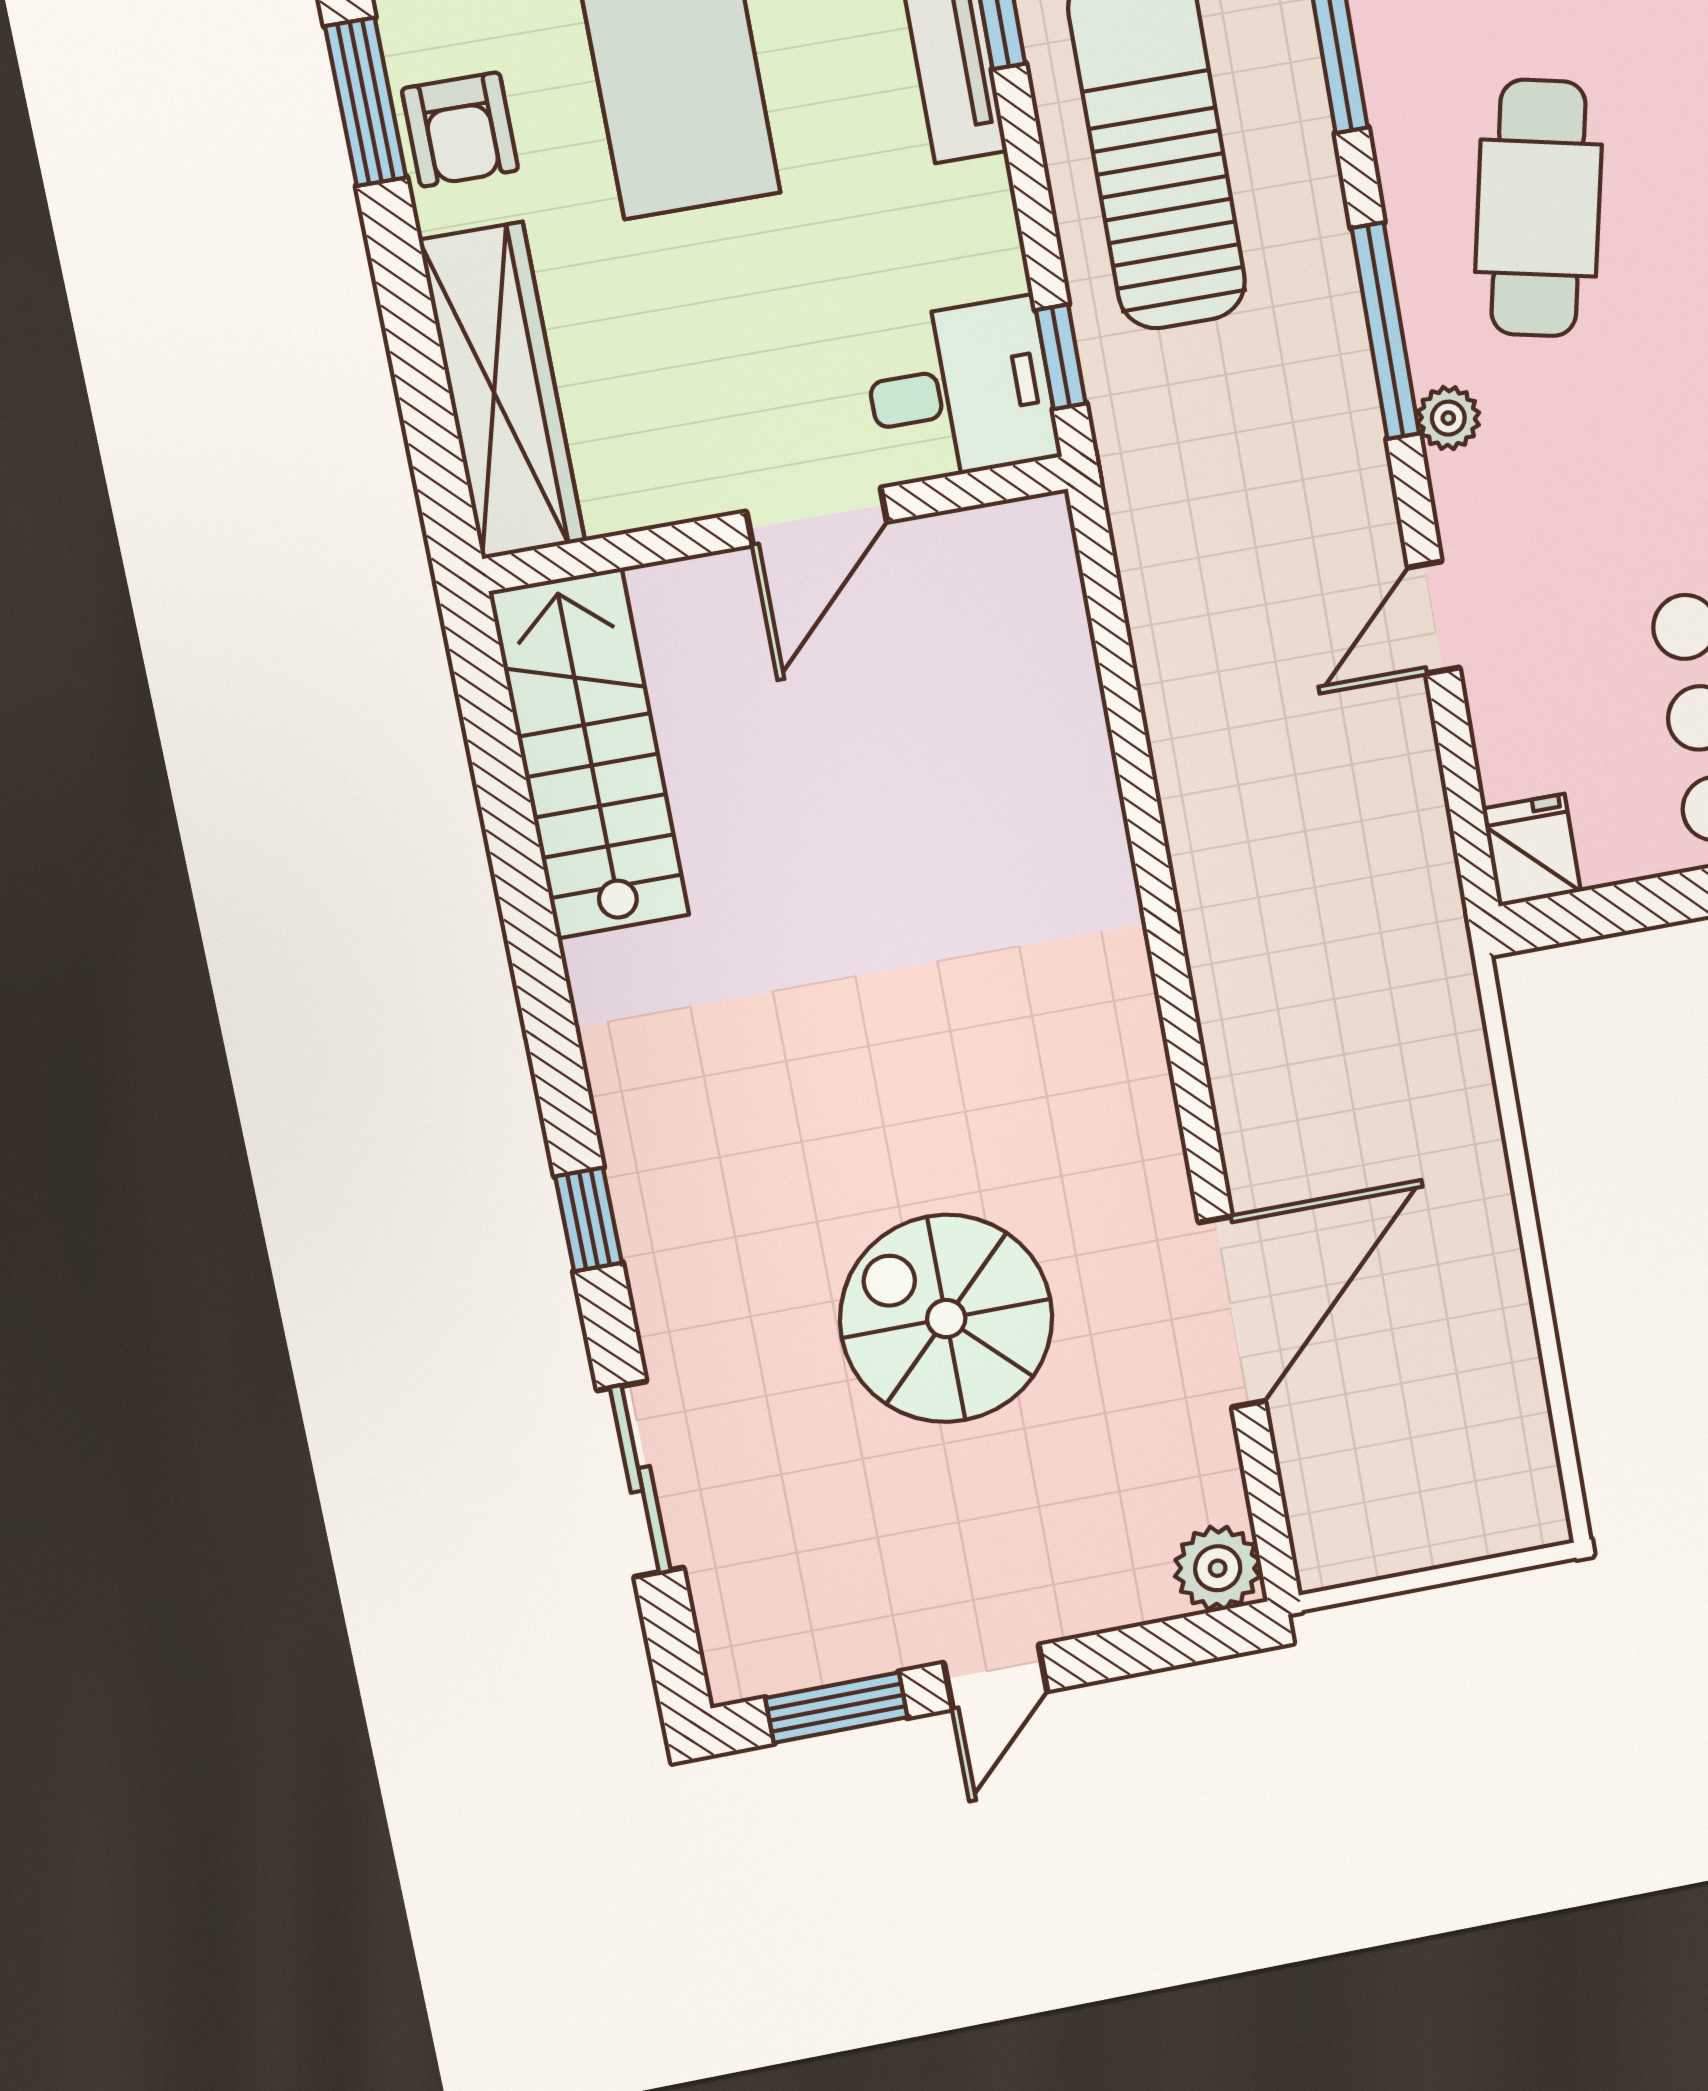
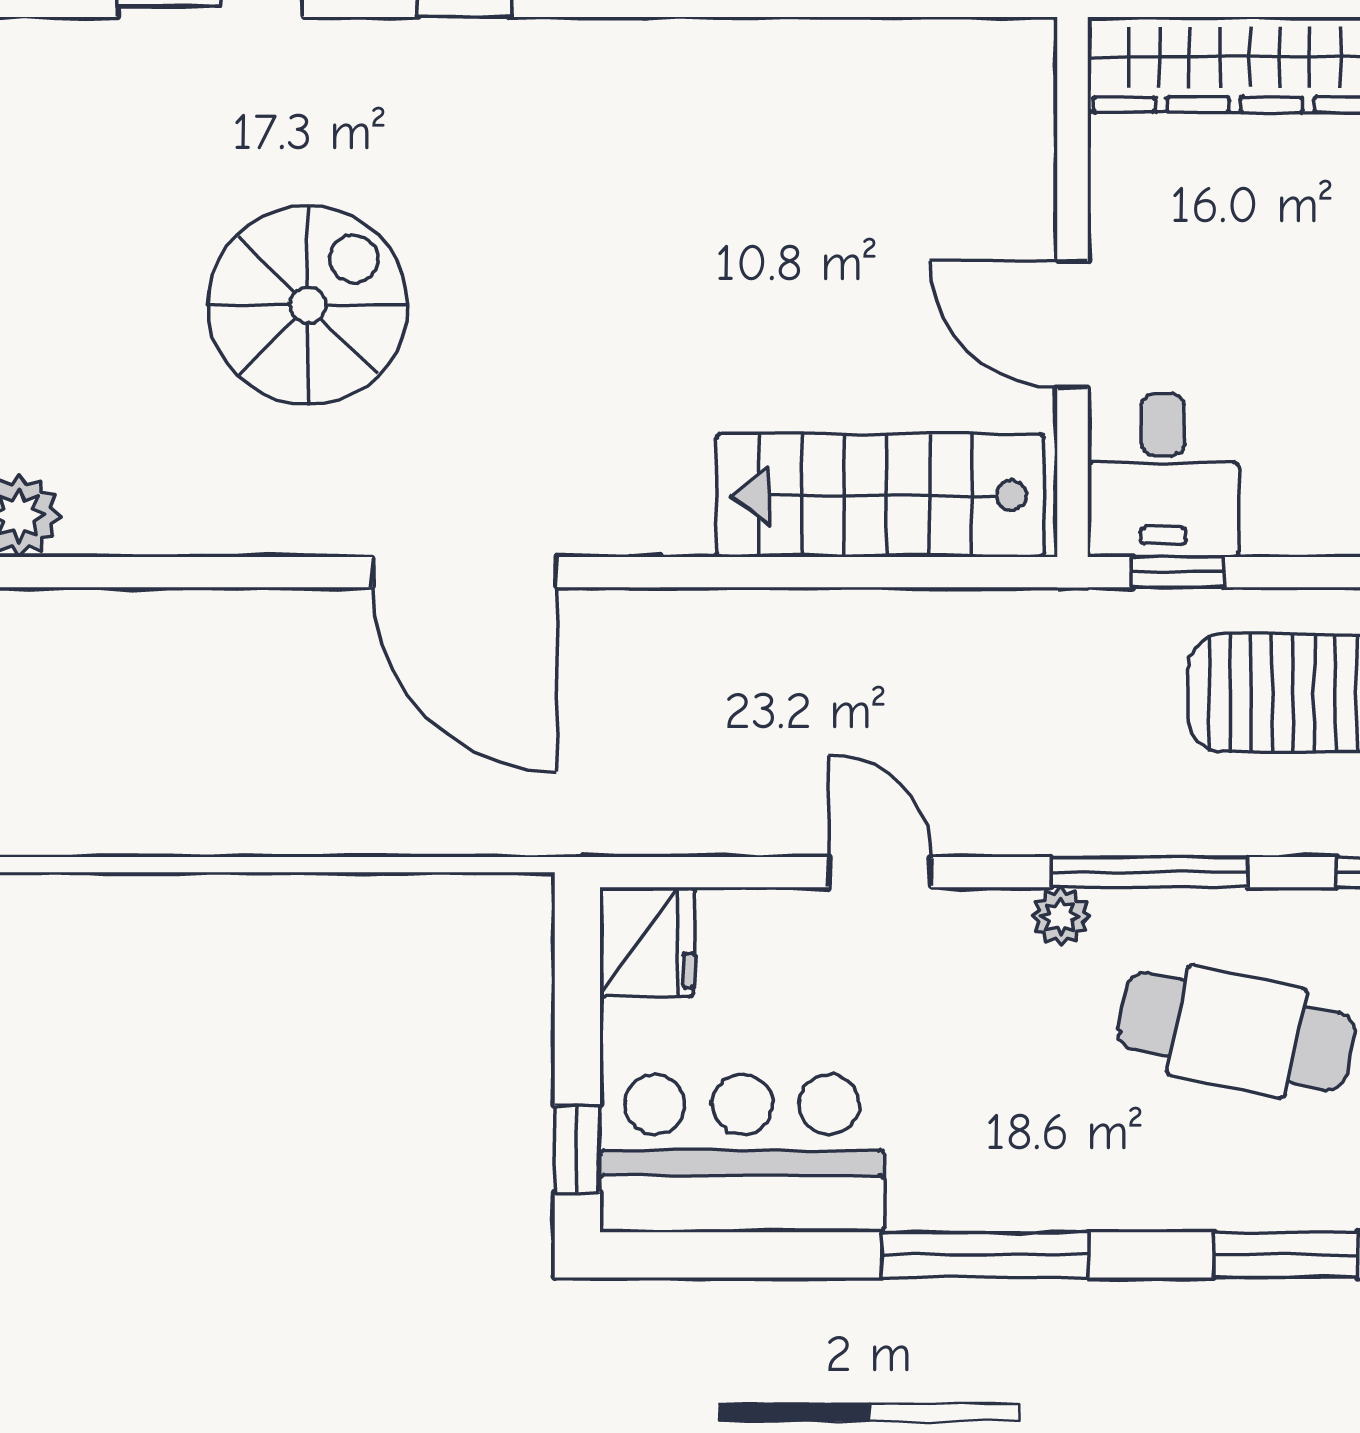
stairs: (589, 754) -> (880, 495), moved, turned 180
fridge: (1532, 850) -> (647, 942), width x1.38
door: (1232, 1312) -> (464, 572), moved

